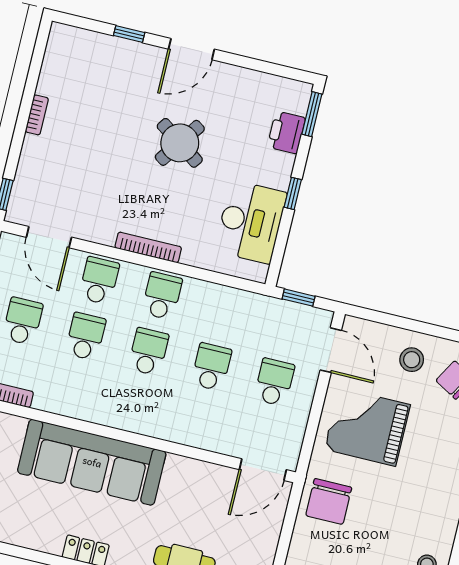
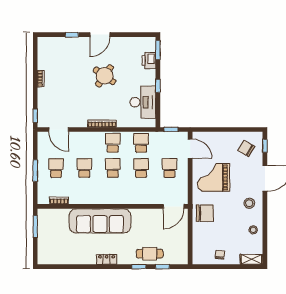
school desk: (99, 281) -> (141, 143), moved
stool: (412, 360) -> (249, 203), moved
chair: (329, 501) -> (205, 213), turned -90

